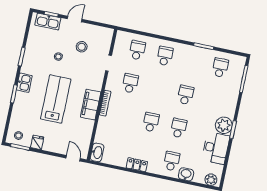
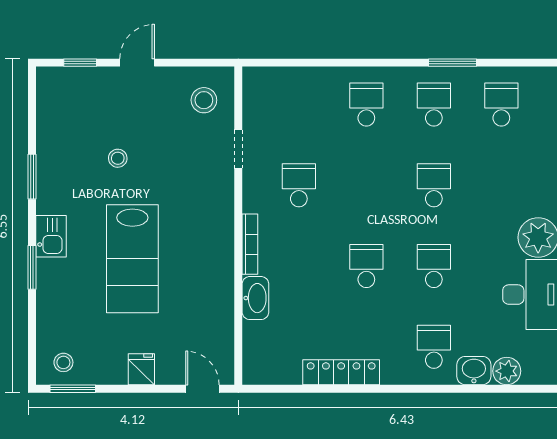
kitchen sink: (48, 22) -> (76, 82), removed
stool: (82, 47) -> (204, 100), moved
school desk: (137, 50) -> (434, 105), moved
lab bench: (56, 99) -> (132, 259), turned 180
filing cabinet: (91, 105) -> (217, 255), removed
fridge: (37, 142) -> (141, 369), moved
washbasin: (97, 152) -> (255, 298), moved
locker: (137, 165) -> (341, 372), width x1.53
plant: (211, 180) -> (507, 371), moved

